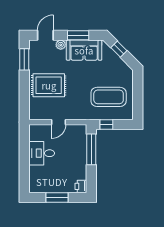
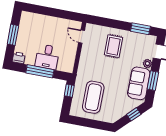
rug: (49, 85) -> (113, 46), width x0.73, depth x0.70
door: (59, 122) -> (82, 37), moved
window: (91, 149) -> (40, 71), moved
desk: (42, 153) -> (47, 57), moved, turned 180

